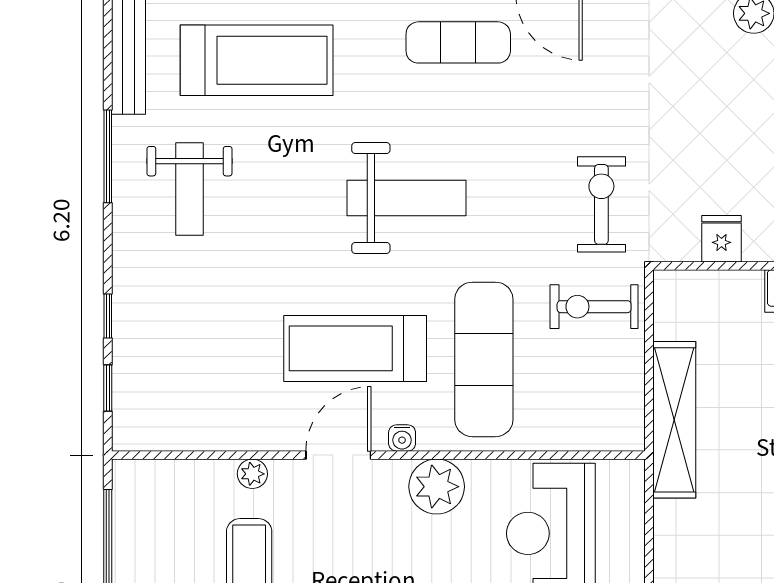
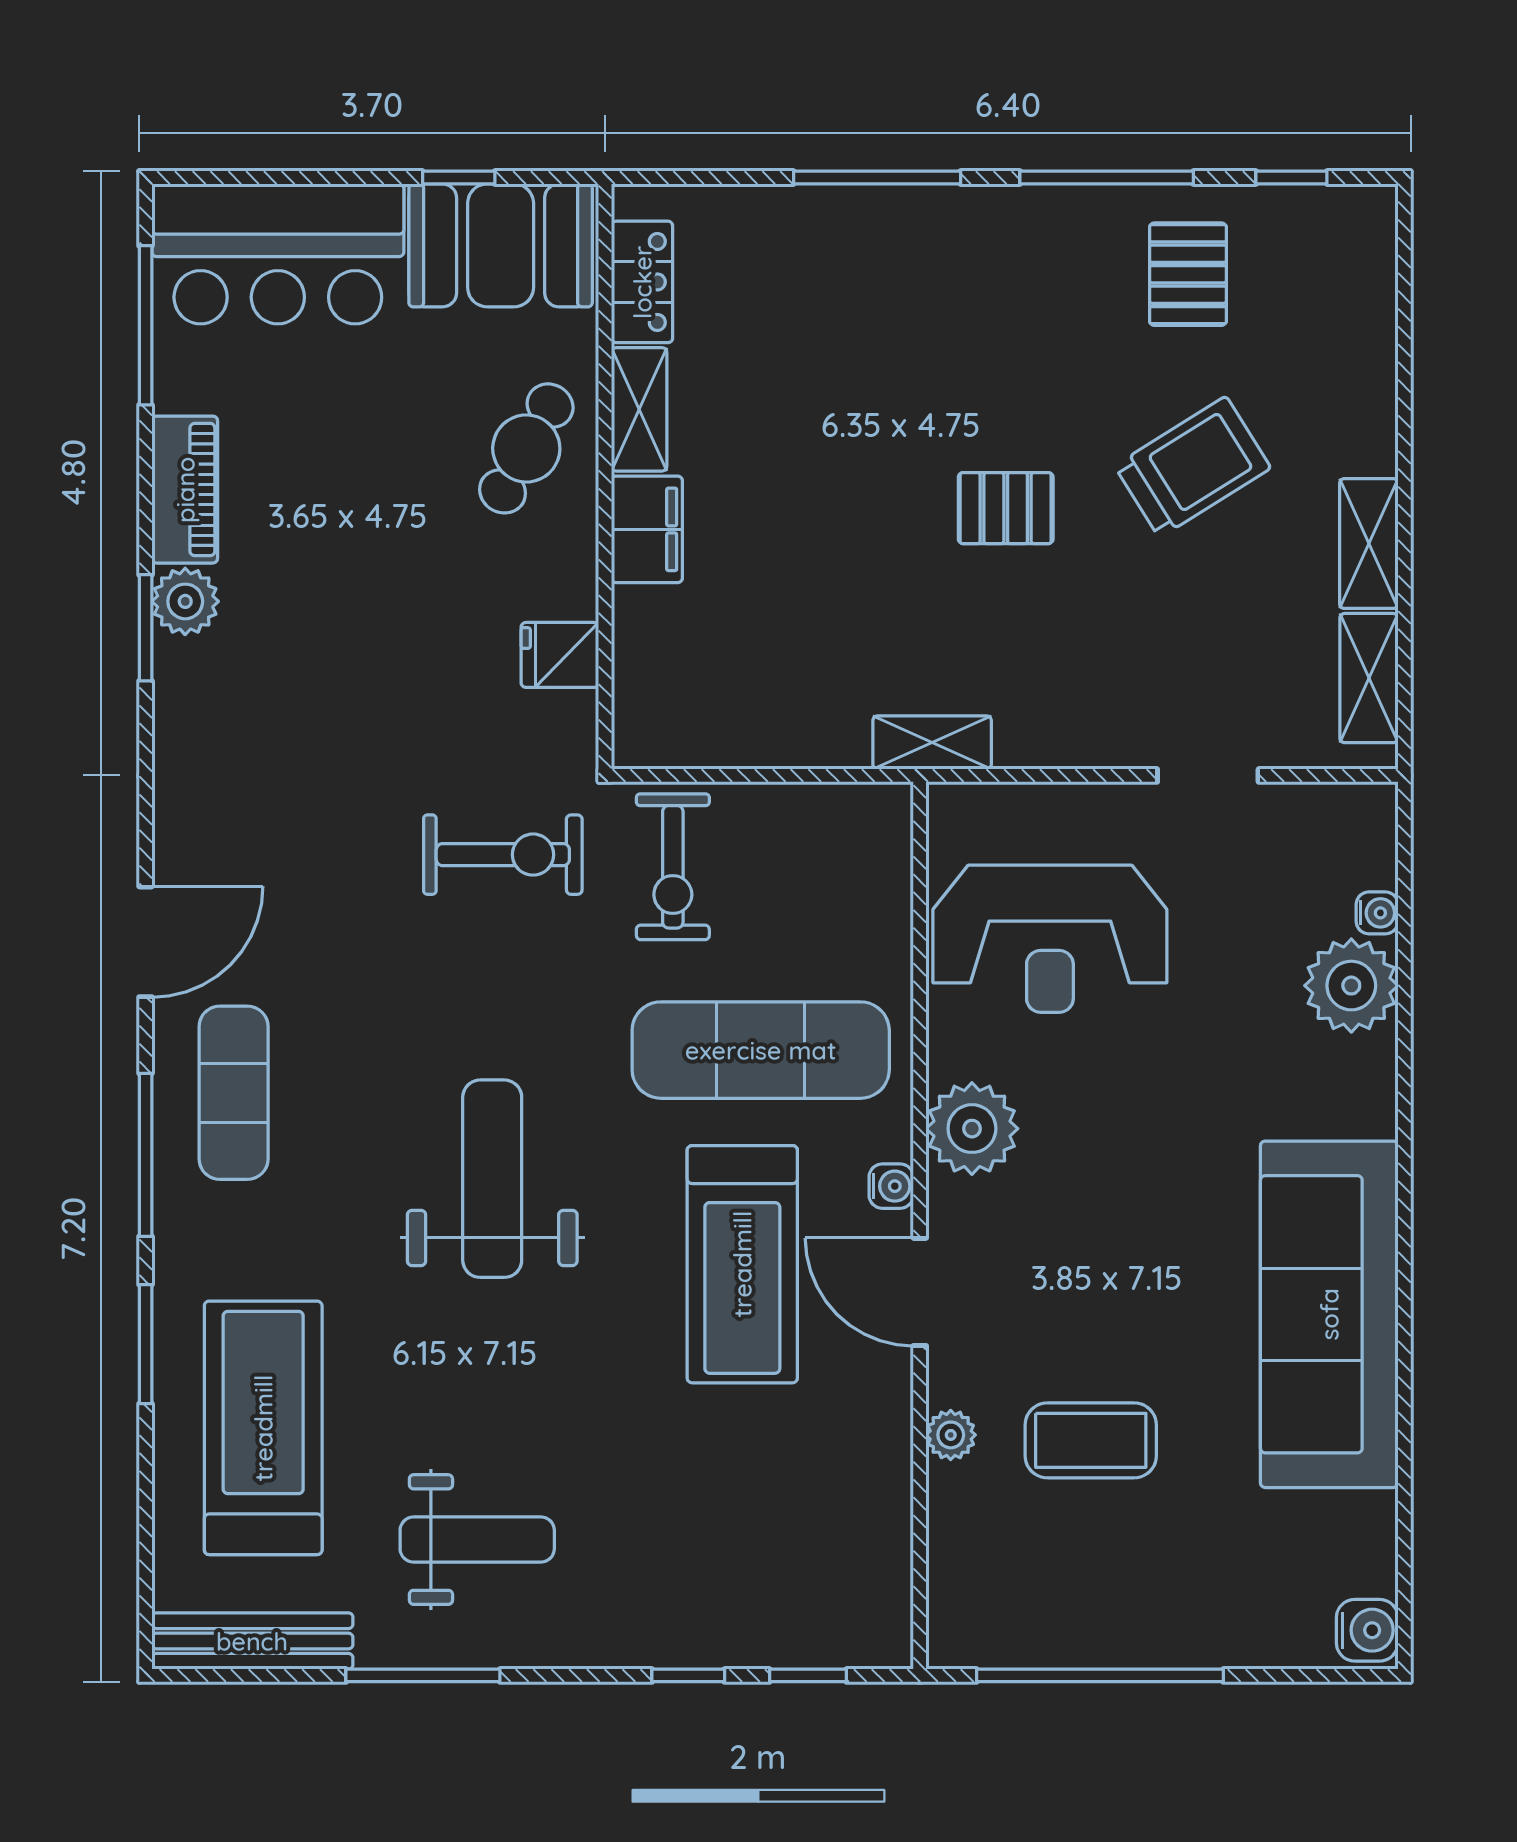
exercise bike: (601, 204) -> (503, 855), turned 180
shelving: (674, 420) -> (932, 743), width x0.45, depth x0.75

